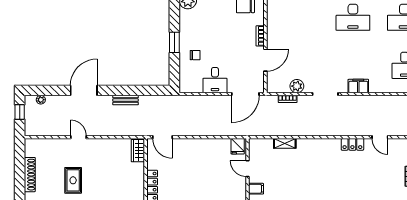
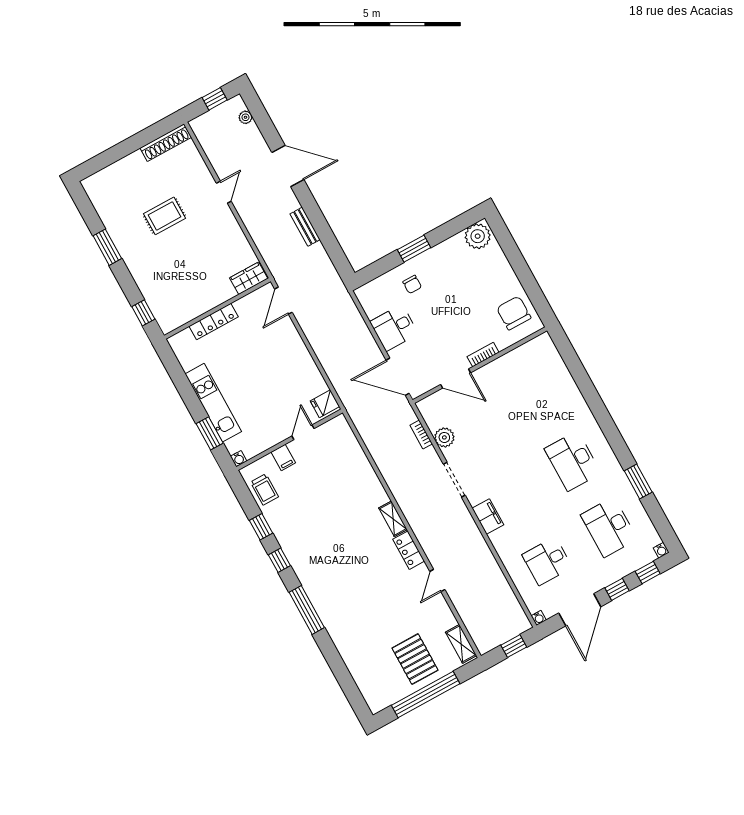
shelving: (285, 143) -> (393, 519), moved
shoe rack: (30, 175) -> (166, 143), moved

